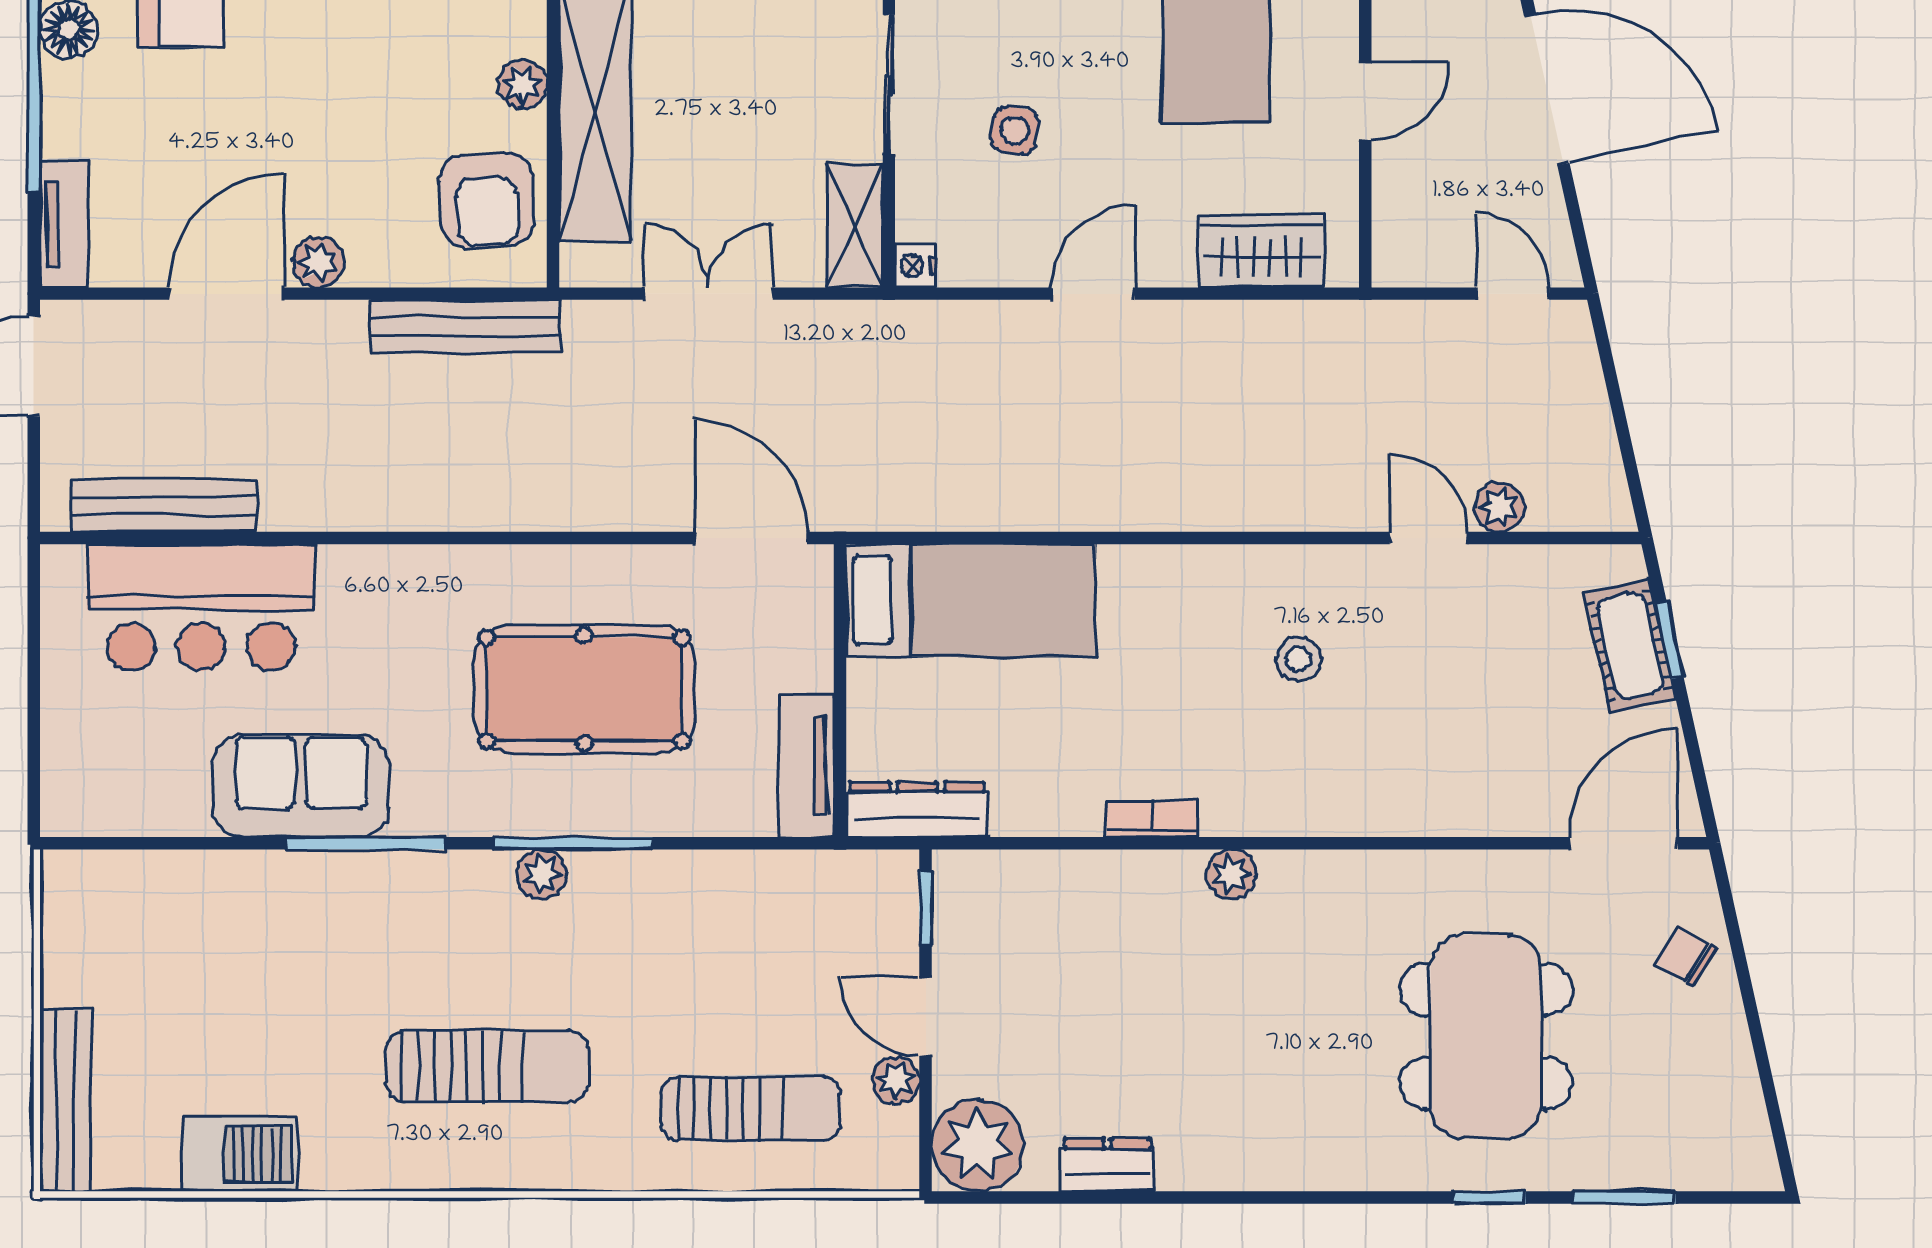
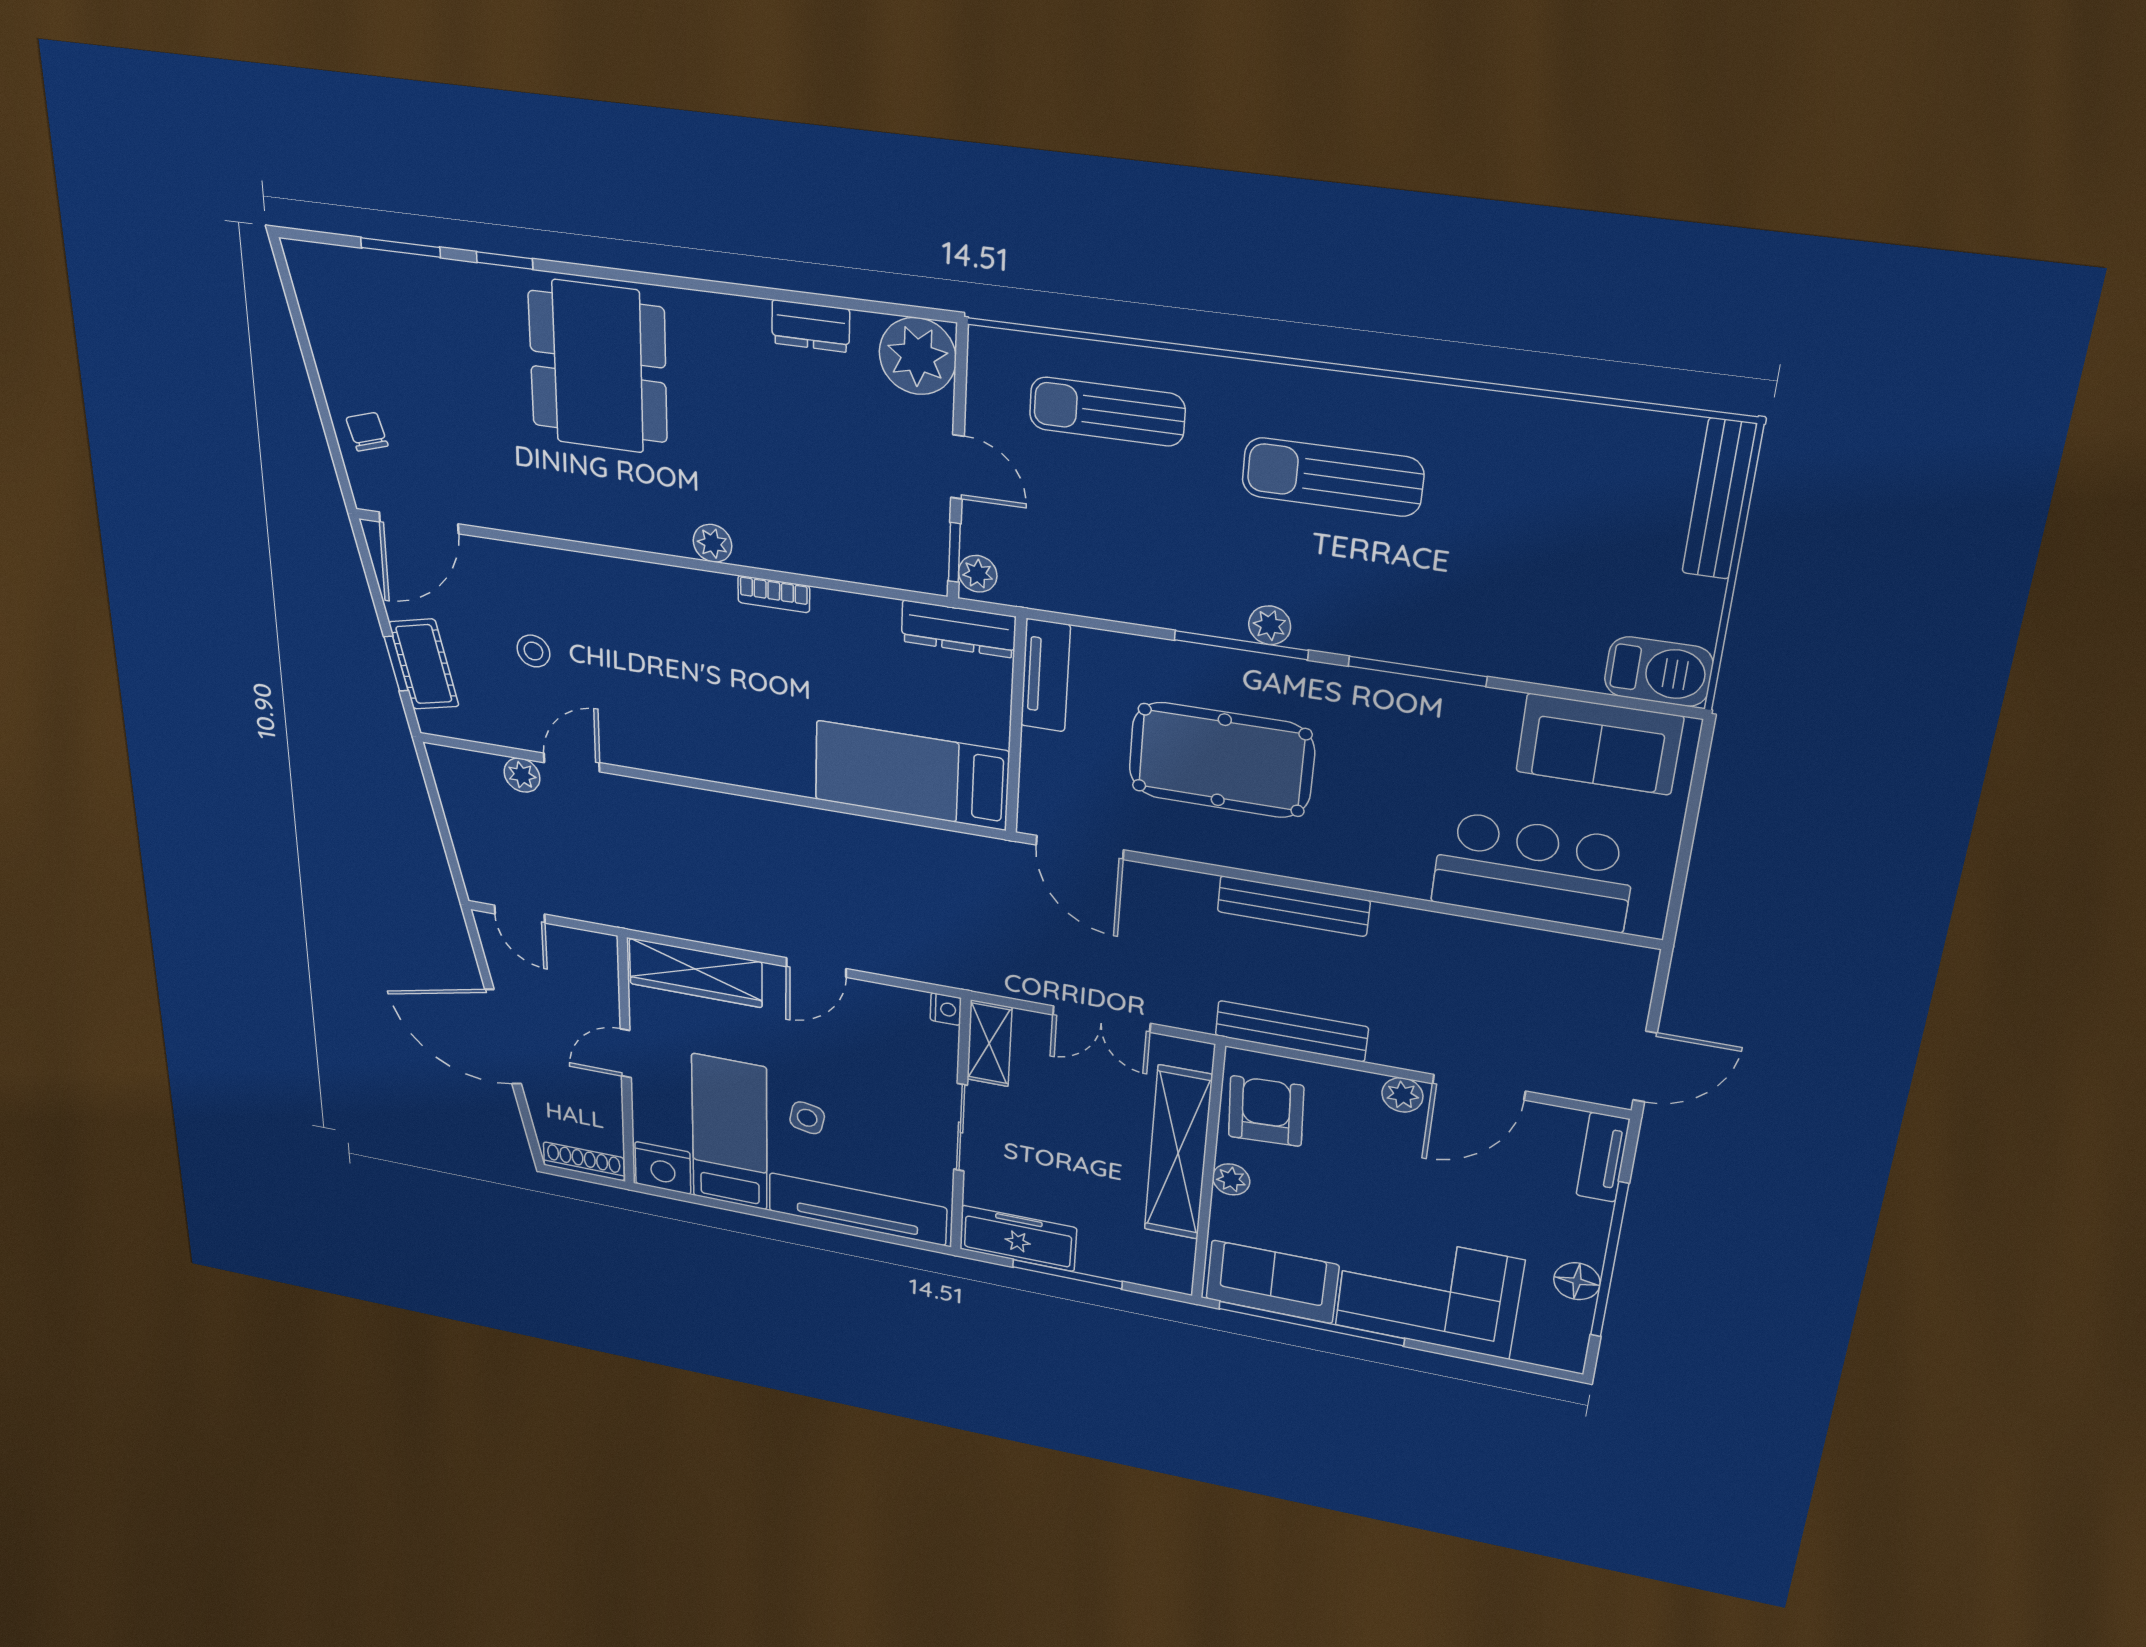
side table: (1015, 130) -> (807, 1118), moved
wardrobe: (1262, 251) -> (696, 973), width x1.50
bench: (163, 506) -> (1293, 906), moved
door: (1428, 538) -> (572, 763), swing flipped
stool: (1299, 659) -> (533, 651), moved
sofa: (301, 786) -> (1599, 744), moved
chair: (1686, 956) -> (367, 432), turned -139
dining table: (1486, 1037) -> (598, 367), moved
plant: (896, 1081) -> (978, 574), moved
barbecue: (240, 1154) -> (1659, 672), moved, turned 180

